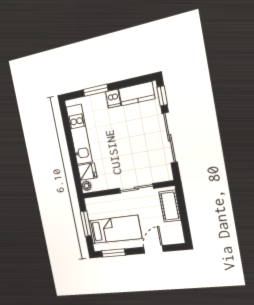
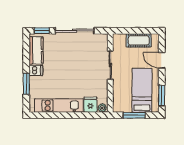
cot: (170, 206) -> (139, 40), moved

